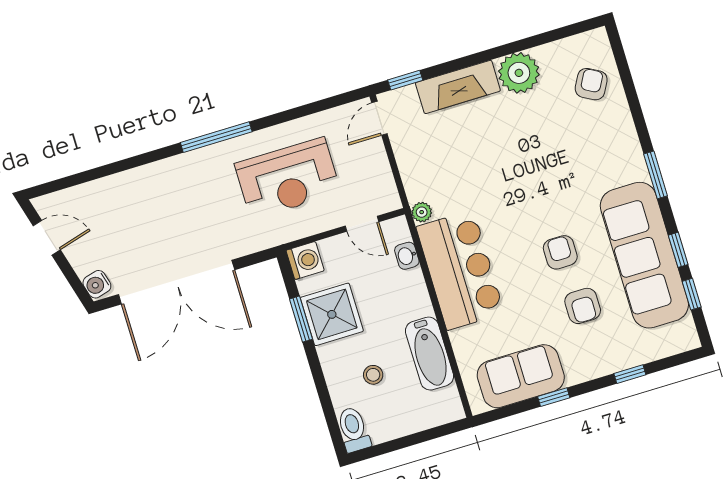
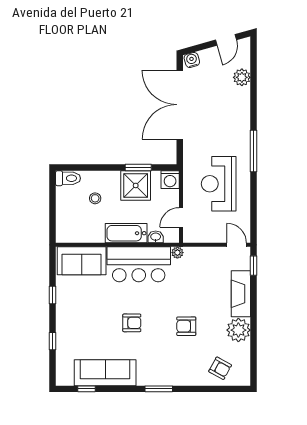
plant: (101, 193) -> (242, 77), added
window: (678, 250) -> (113, 389), removed
sofa: (644, 255) -> (105, 373), width x0.74, depth x0.79
armchair: (583, 306) -> (186, 326), moved
bathtub: (430, 354) -> (126, 233), moved
sofa: (521, 376) -> (82, 261), moved, turned 90

